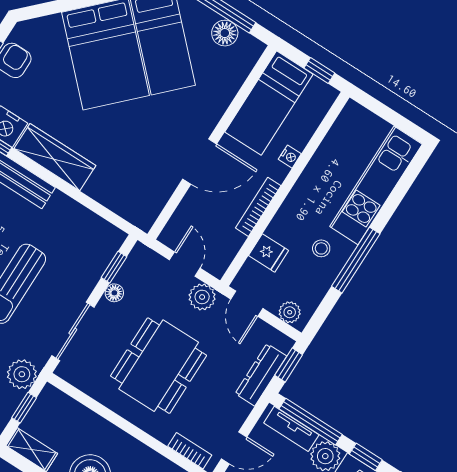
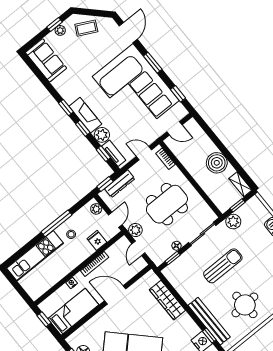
wardrobe: (55, 157) -> (167, 300), moved
window: (311, 422) -> (103, 154), width x0.46

